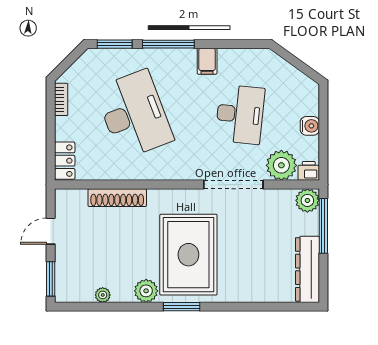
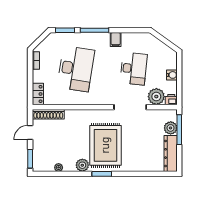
desk: (134, 114) -> (76, 69), turned 30
shoe rack: (117, 198) -> (48, 114), moved
plant: (307, 200) -> (171, 128), moved

